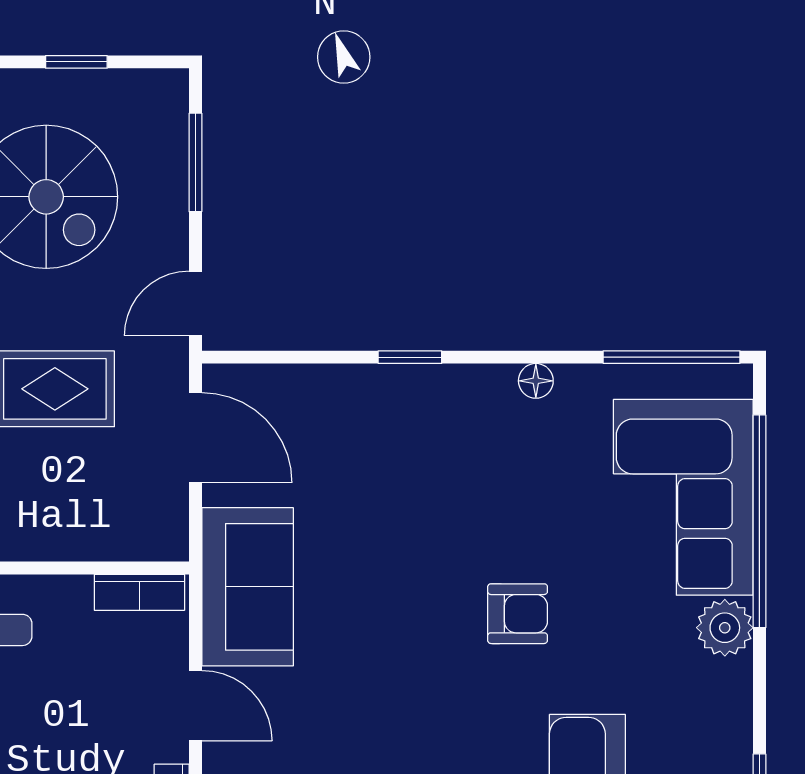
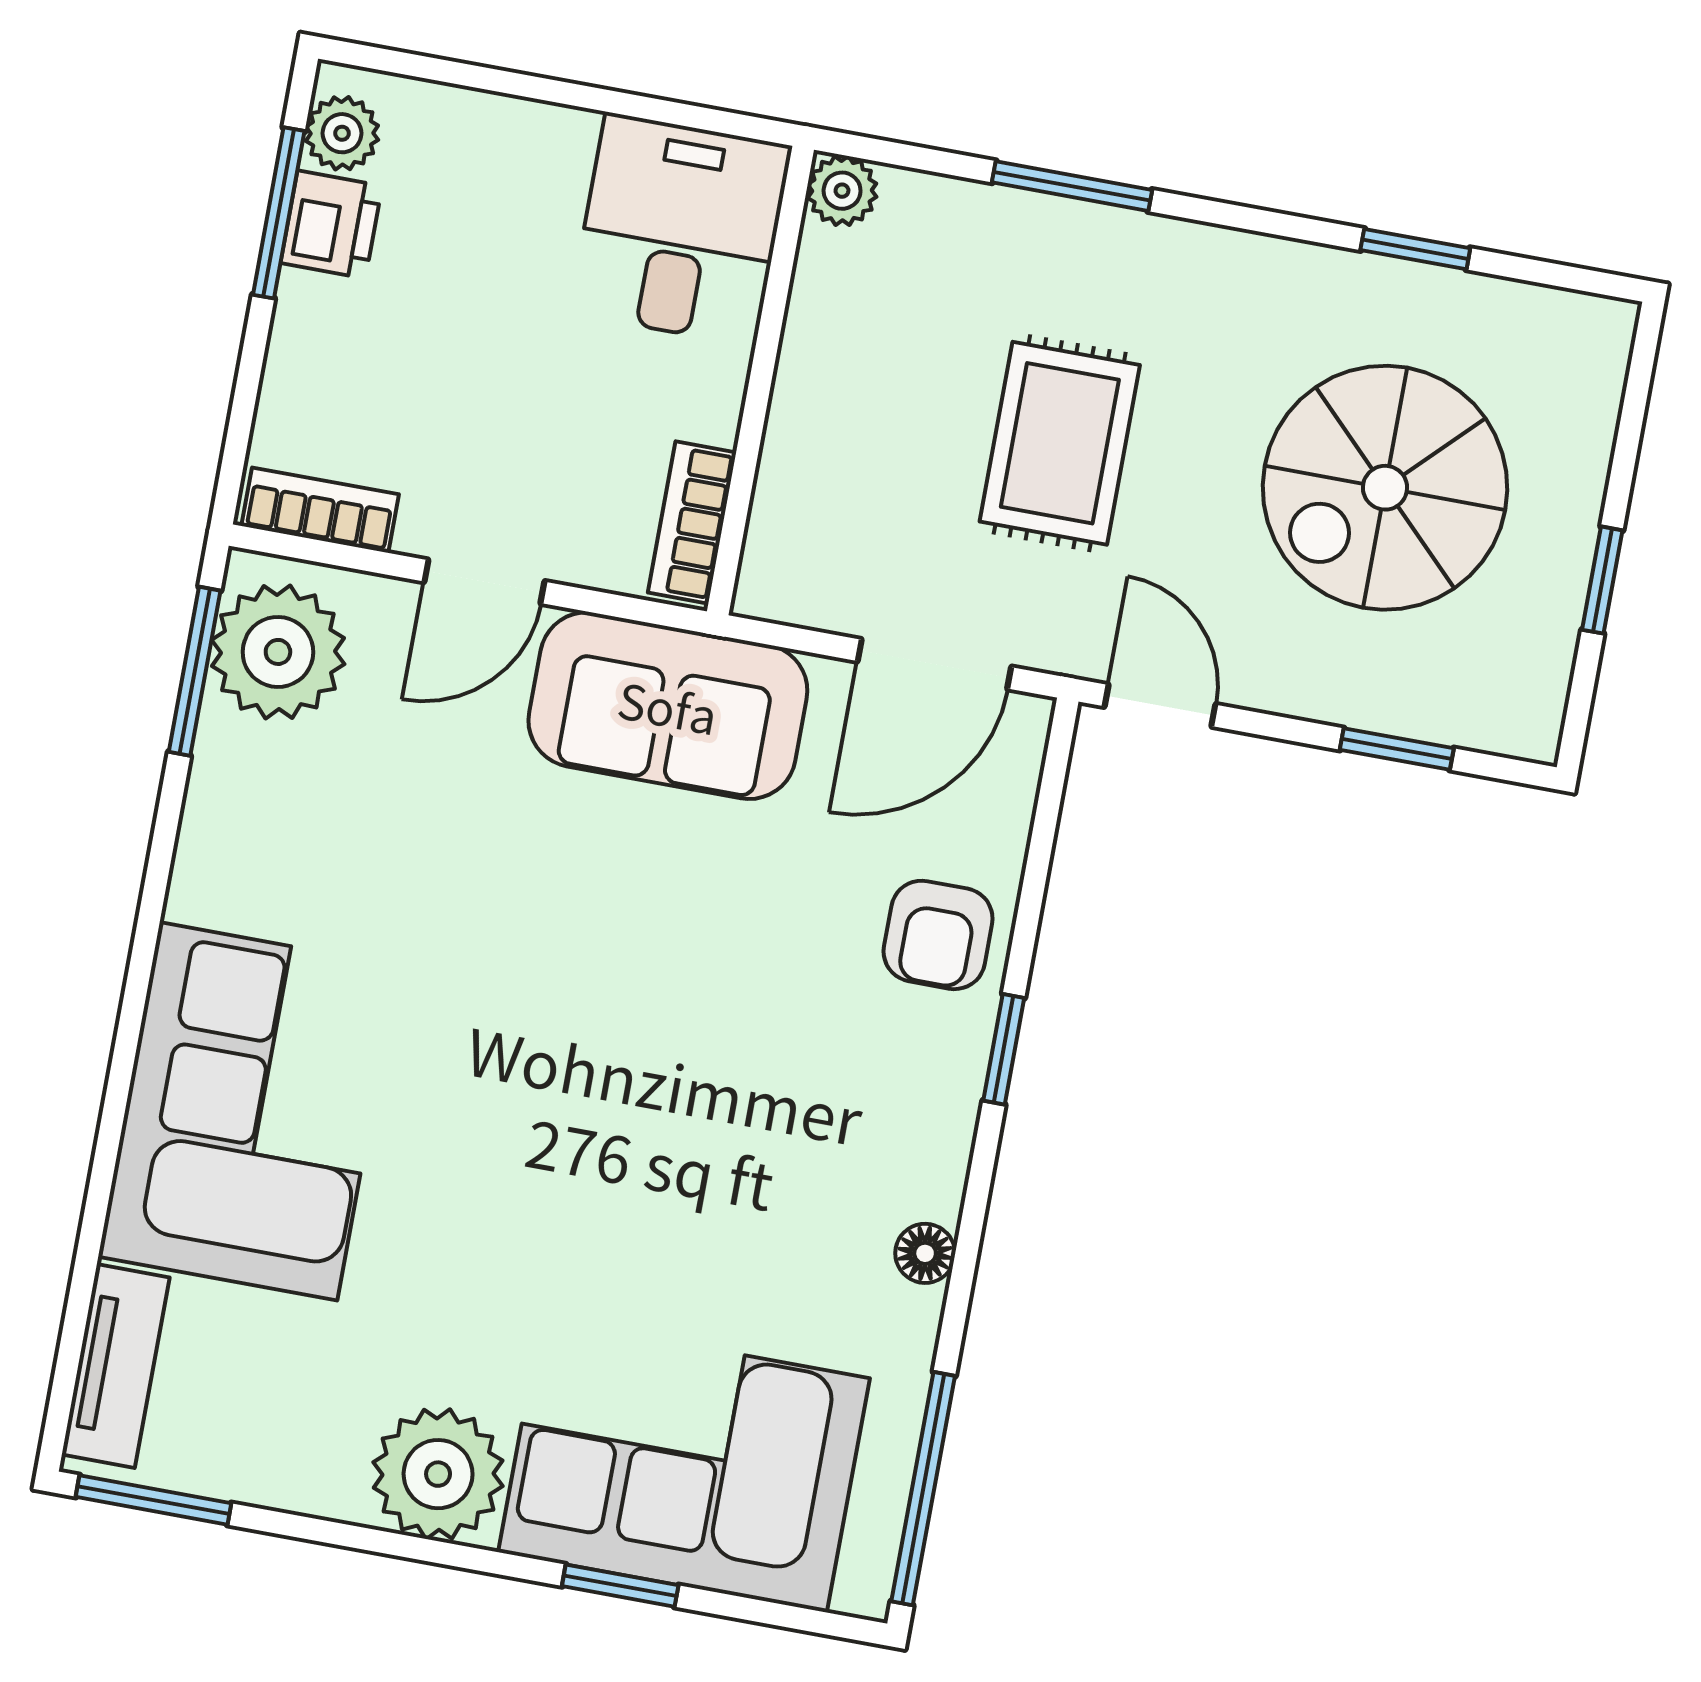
window: (195, 162) -> (1397, 749), width x0.67
window: (759, 521) -> (620, 1586), width x0.32
armchair: (518, 614) -> (938, 935), moved
plant: (725, 628) -> (438, 1474), width x1.36, depth x1.36

